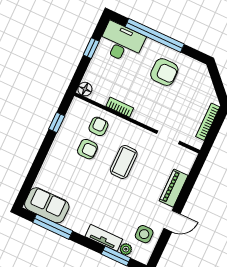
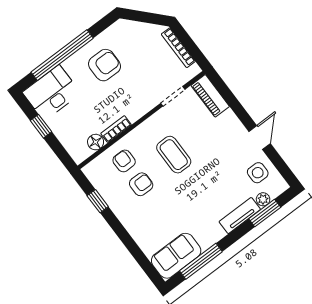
floor lamp: (85, 89) -> (96, 142), moved
piano: (174, 188) -> (210, 96), moved

